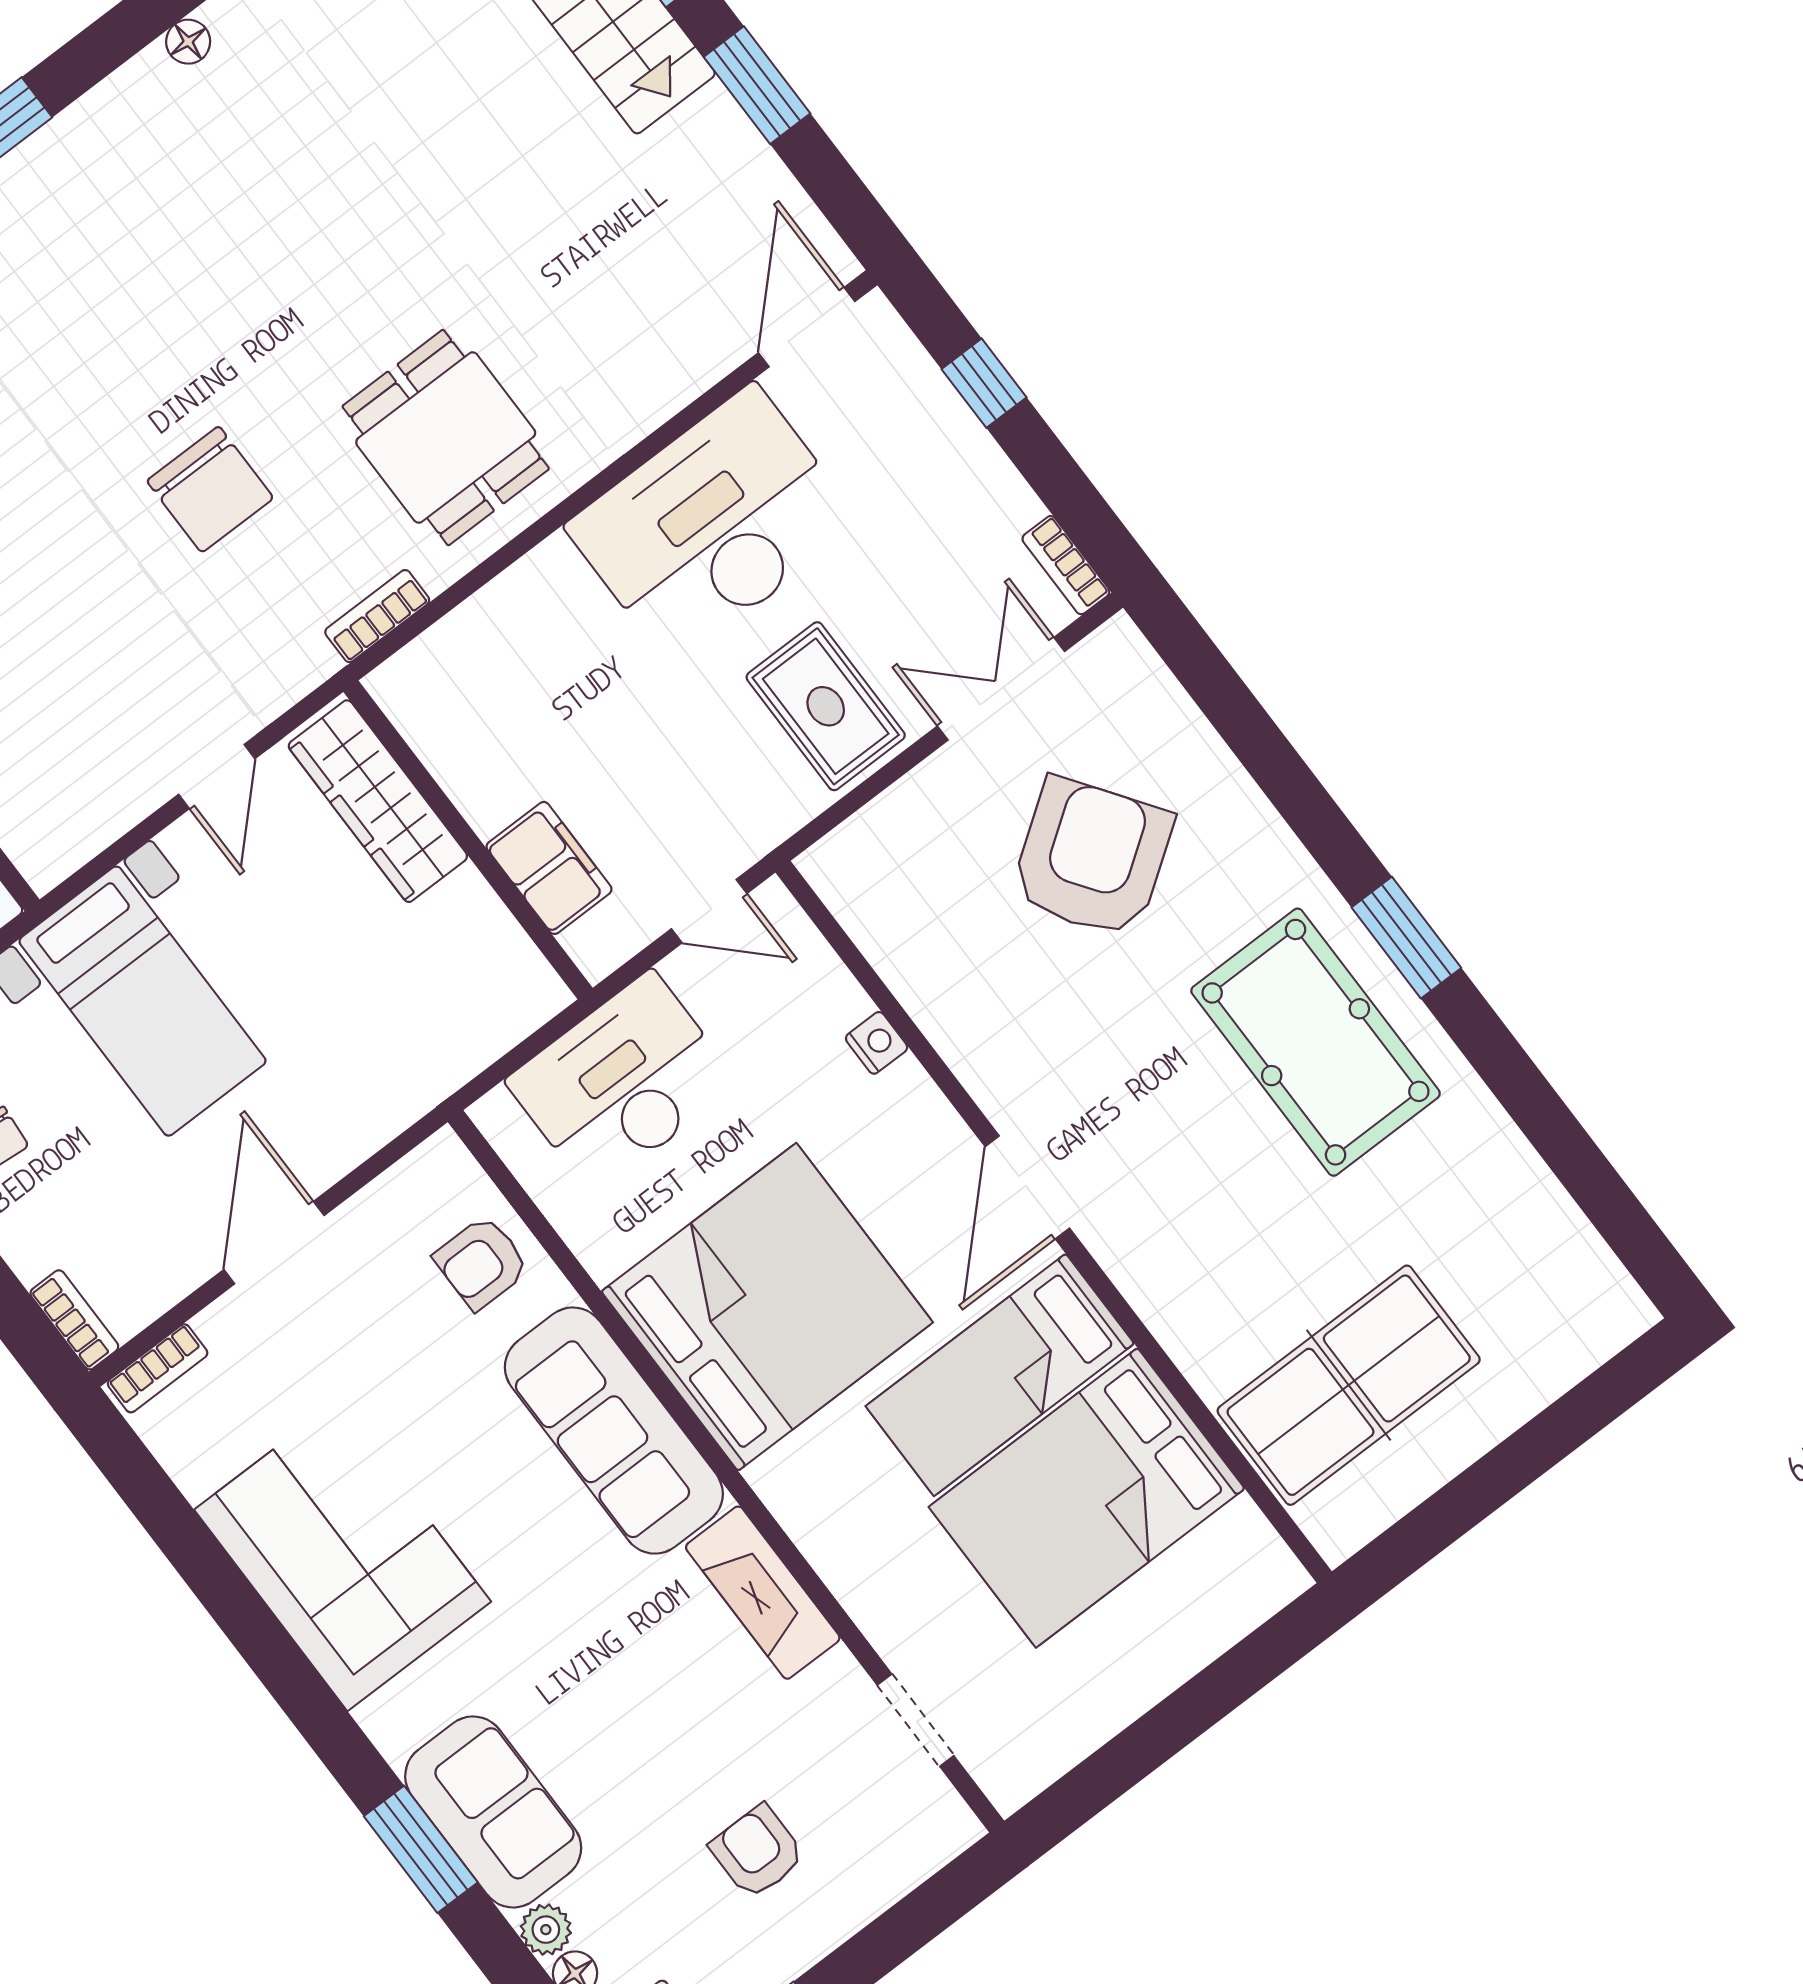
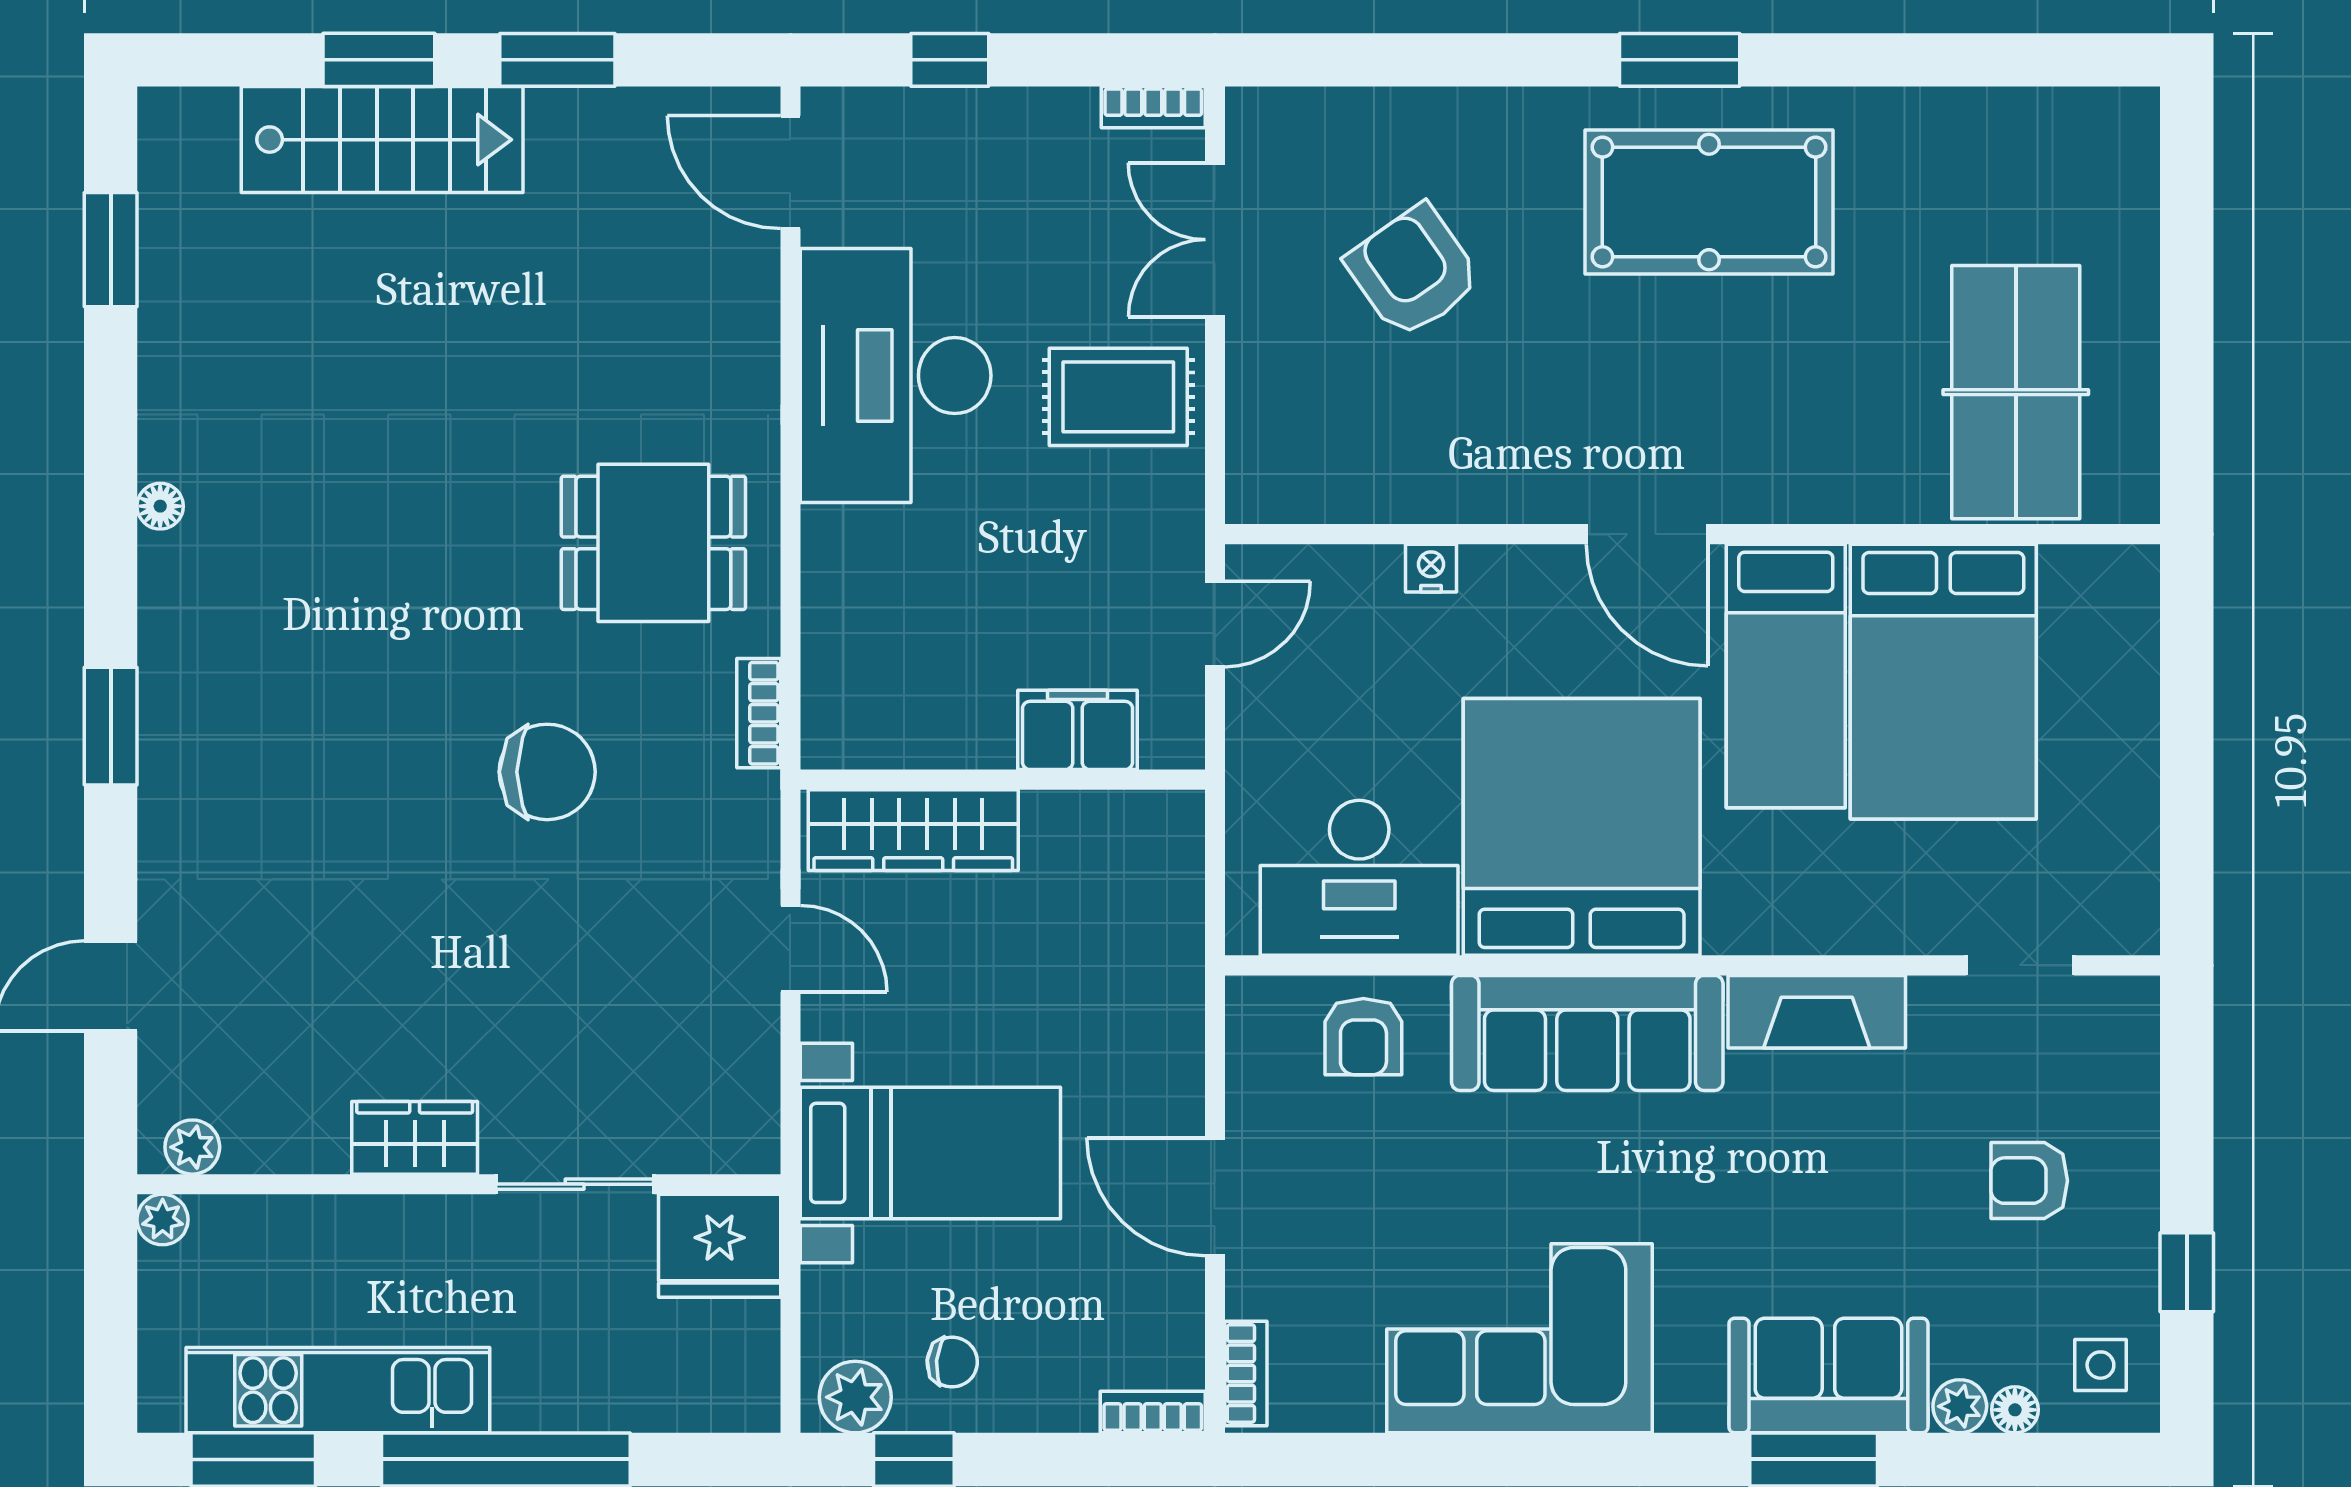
armchair: (1092, 858) -> (1413, 271), width x0.73, depth x0.73
desk: (622, 1082) -> (1359, 878), moved, turned -90

